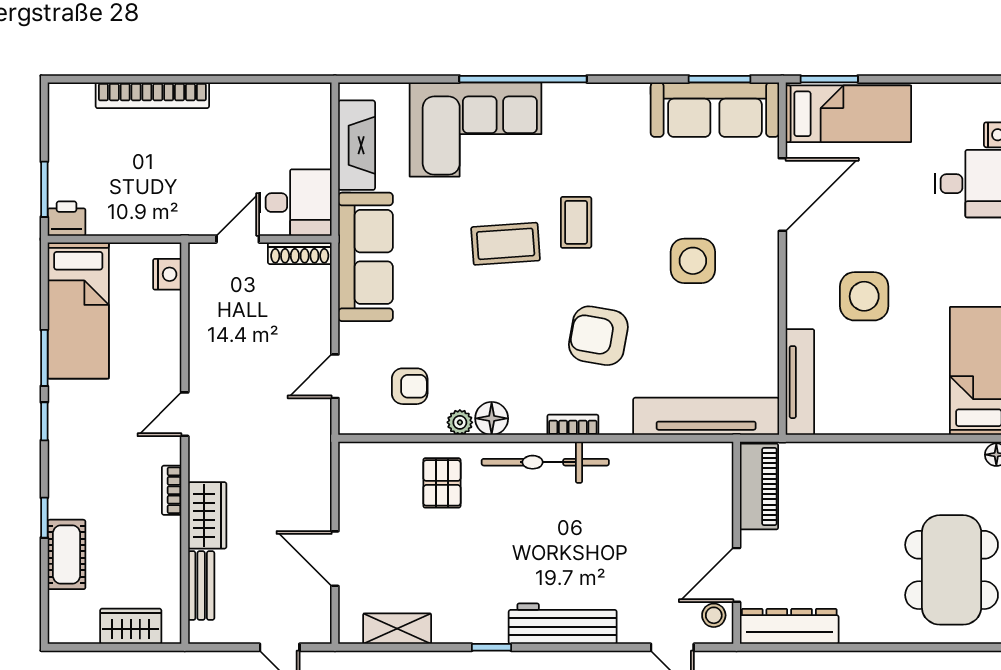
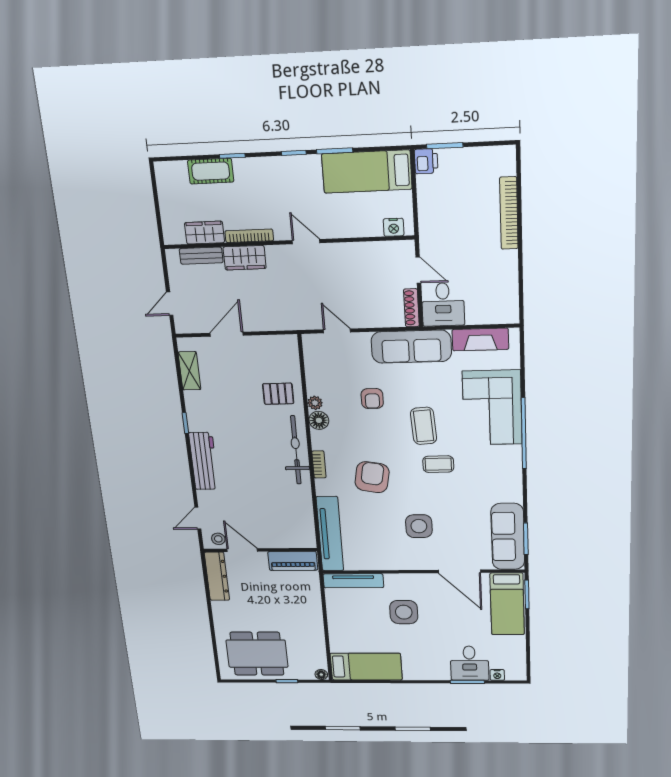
armchair: (410, 386) -> (372, 399), moved
bookcase: (172, 490) -> (249, 236), width x1.56
wardrobe: (131, 626) -> (205, 233), moved, turned -90

